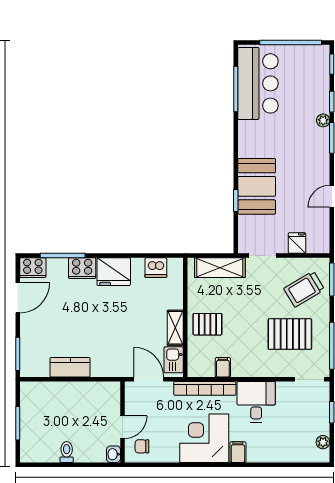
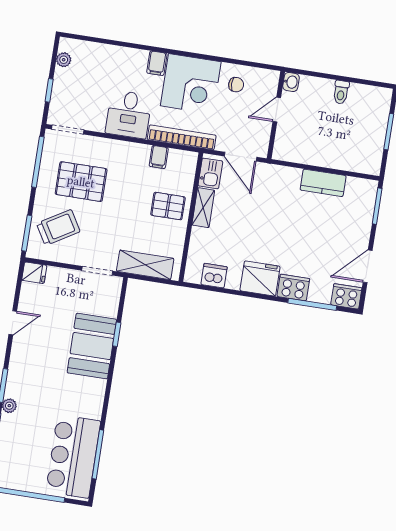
fridge: (297, 243) -> (34, 273), moved, turned -90
chair: (142, 446) -> (236, 85), moved

